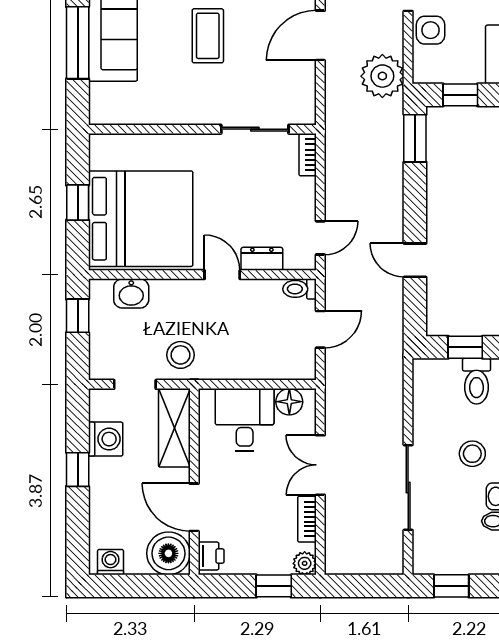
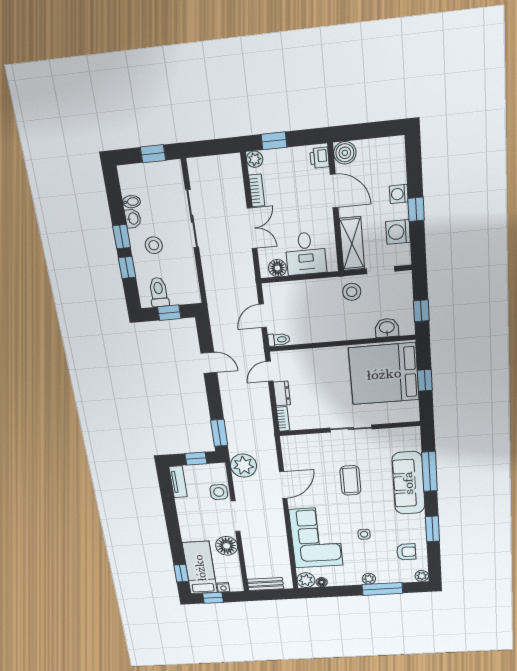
sliding door: (255, 129) -> (351, 429), moved
dresser: (262, 259) -> (282, 393), moved, turned -90
door: (222, 275) -> (329, 344), removed
boiler: (168, 553) -> (345, 153), width x0.73, depth x0.73
washing machine: (111, 562) -> (399, 194), moved, turned 90

